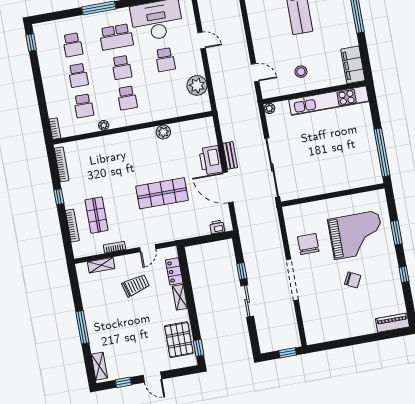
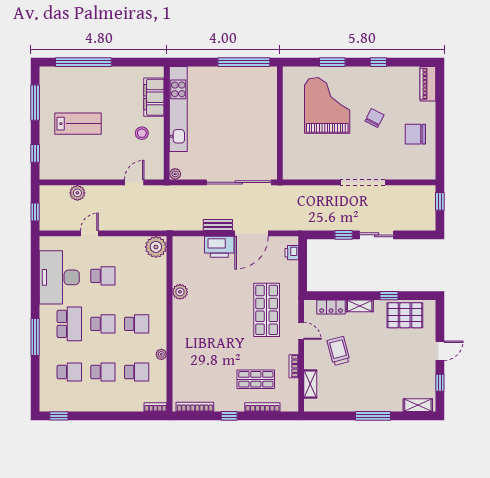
plant: (236, 23) -> (77, 193), added
filing cabinet: (353, 65) -> (154, 97), moved, turned 90
plant: (197, 85) -> (156, 247), moved
shop shelf: (162, 193) -> (267, 310), moved
chair: (308, 244) -> (415, 134), moved
window: (199, 348) -> (389, 296), moved

